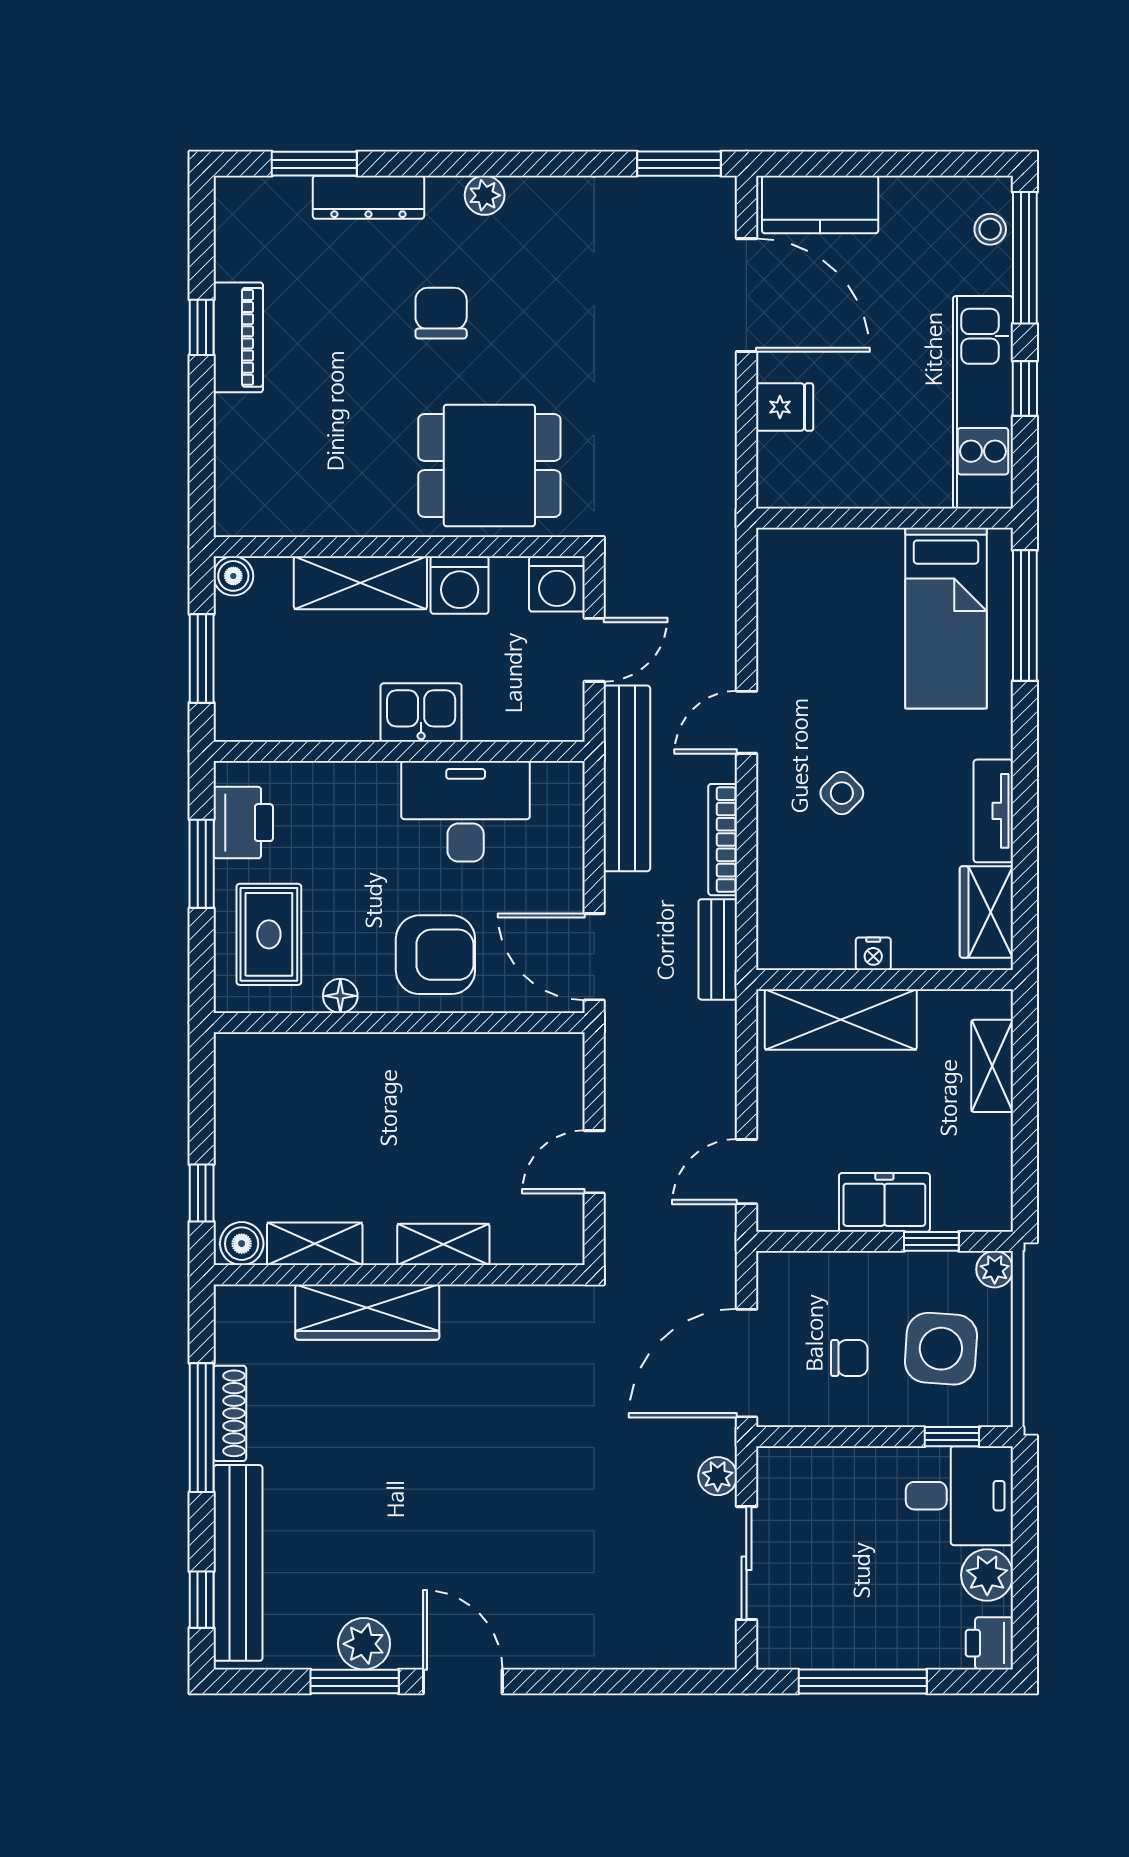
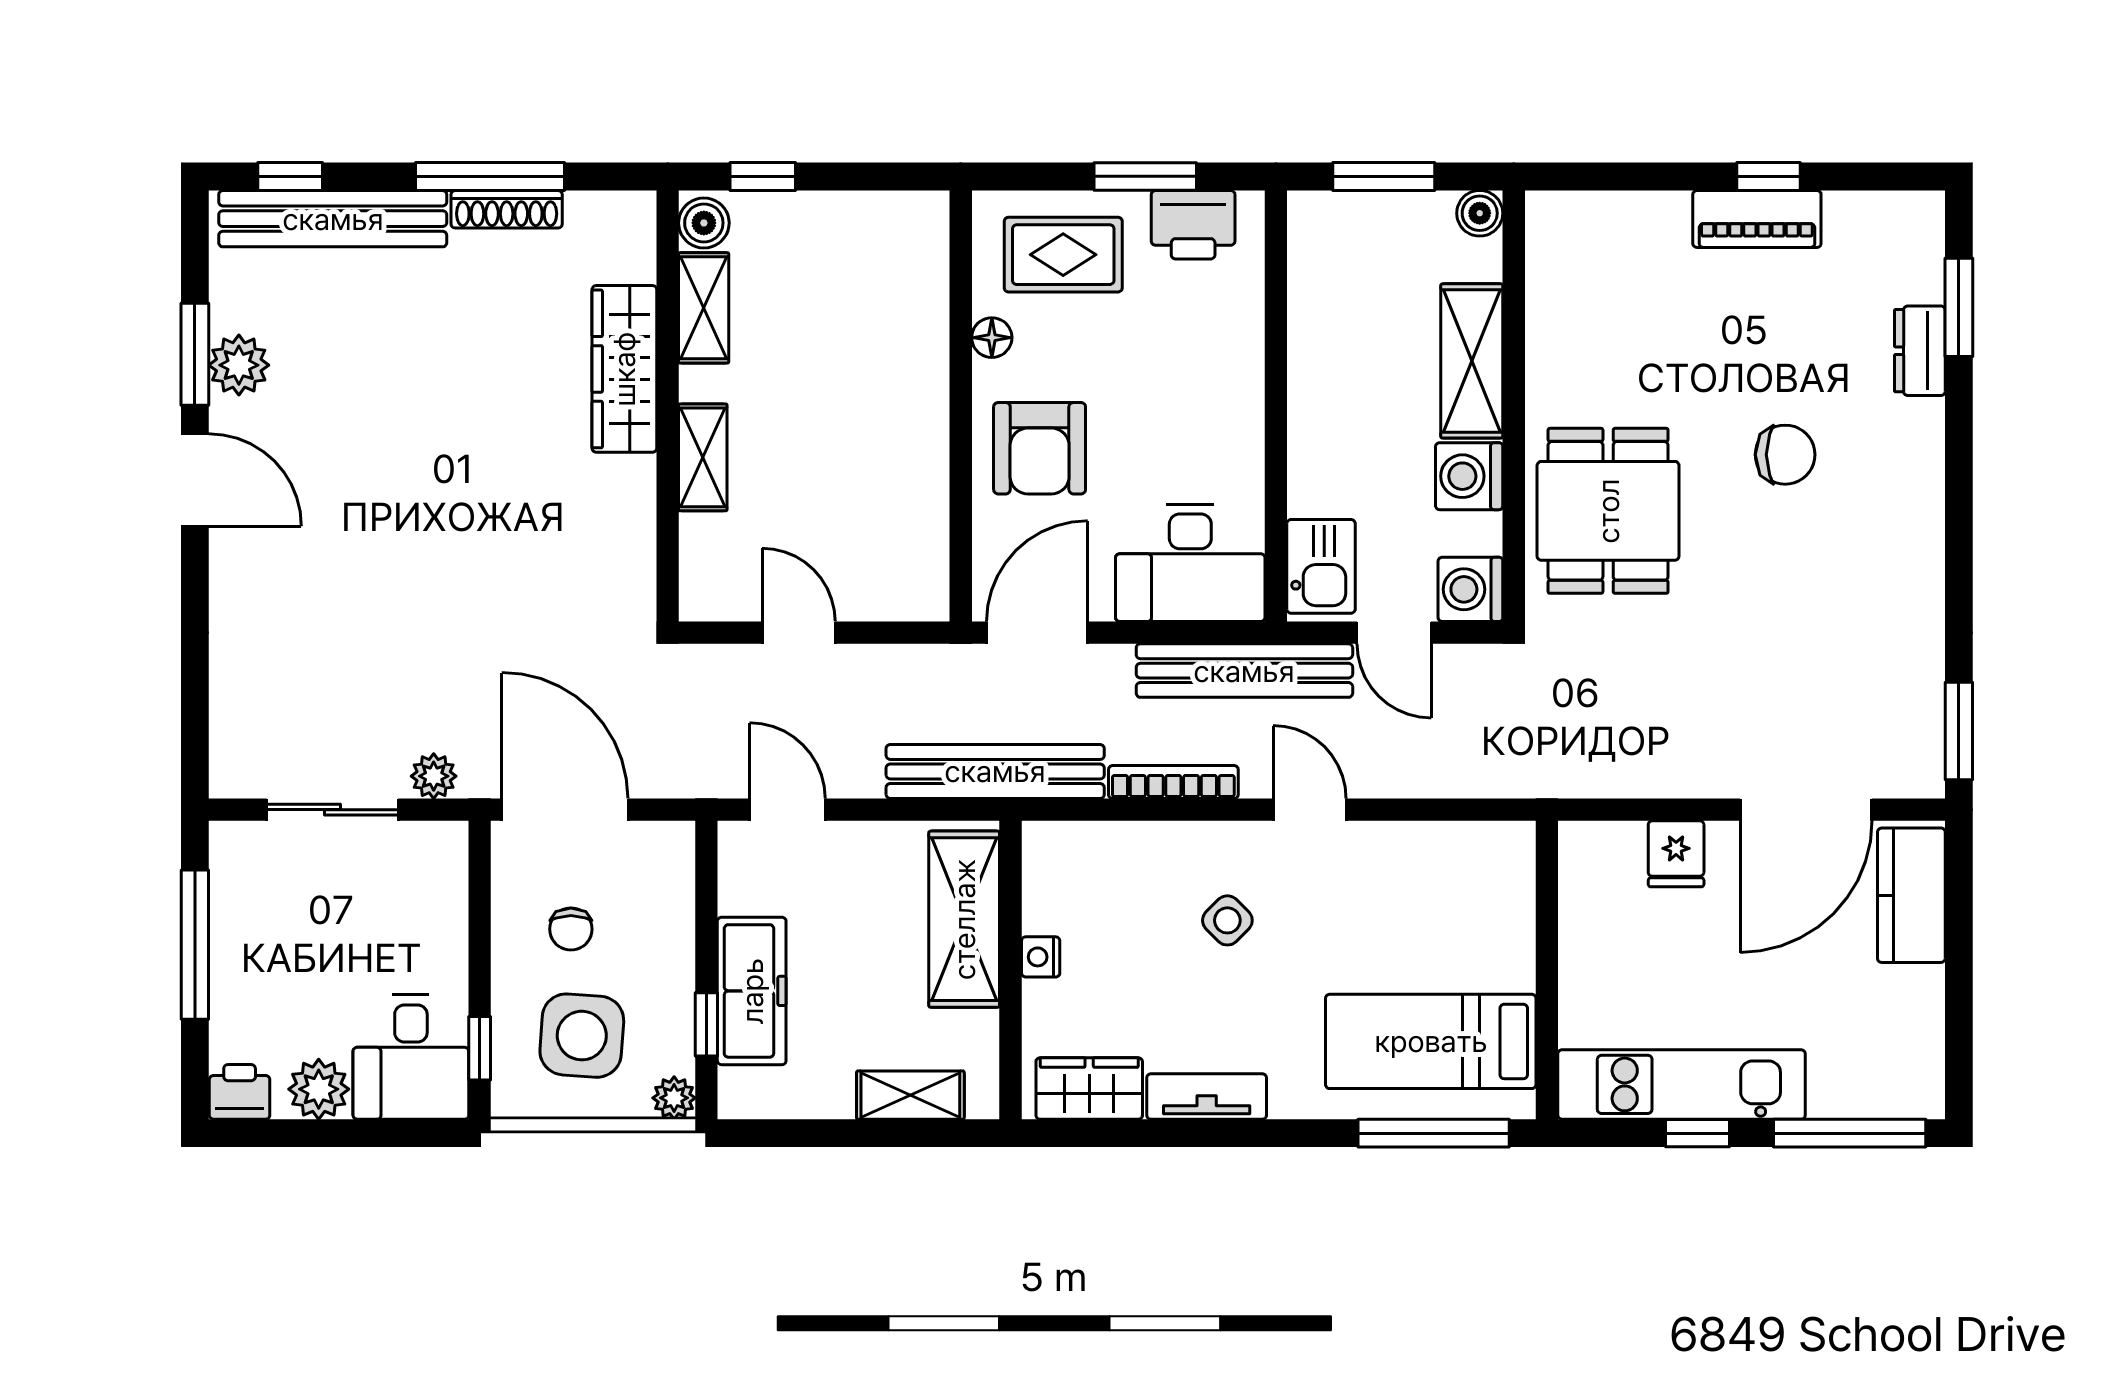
plant: (485, 195) -> (1922, 505), removed
dresser: (368, 197) -> (1920, 351), width x0.70
stool: (990, 229) -> (1883, 1093), removed
kitchen sink: (421, 712) -> (1321, 566), moved
desk: (466, 811) -> (1190, 563), moved, turned 90
bench: (718, 949) -> (995, 771), width x1.86, depth x1.21
freezer: (884, 1202) -> (752, 991), width x1.40
door: (463, 1682) -> (195, 480), hinge flipped

